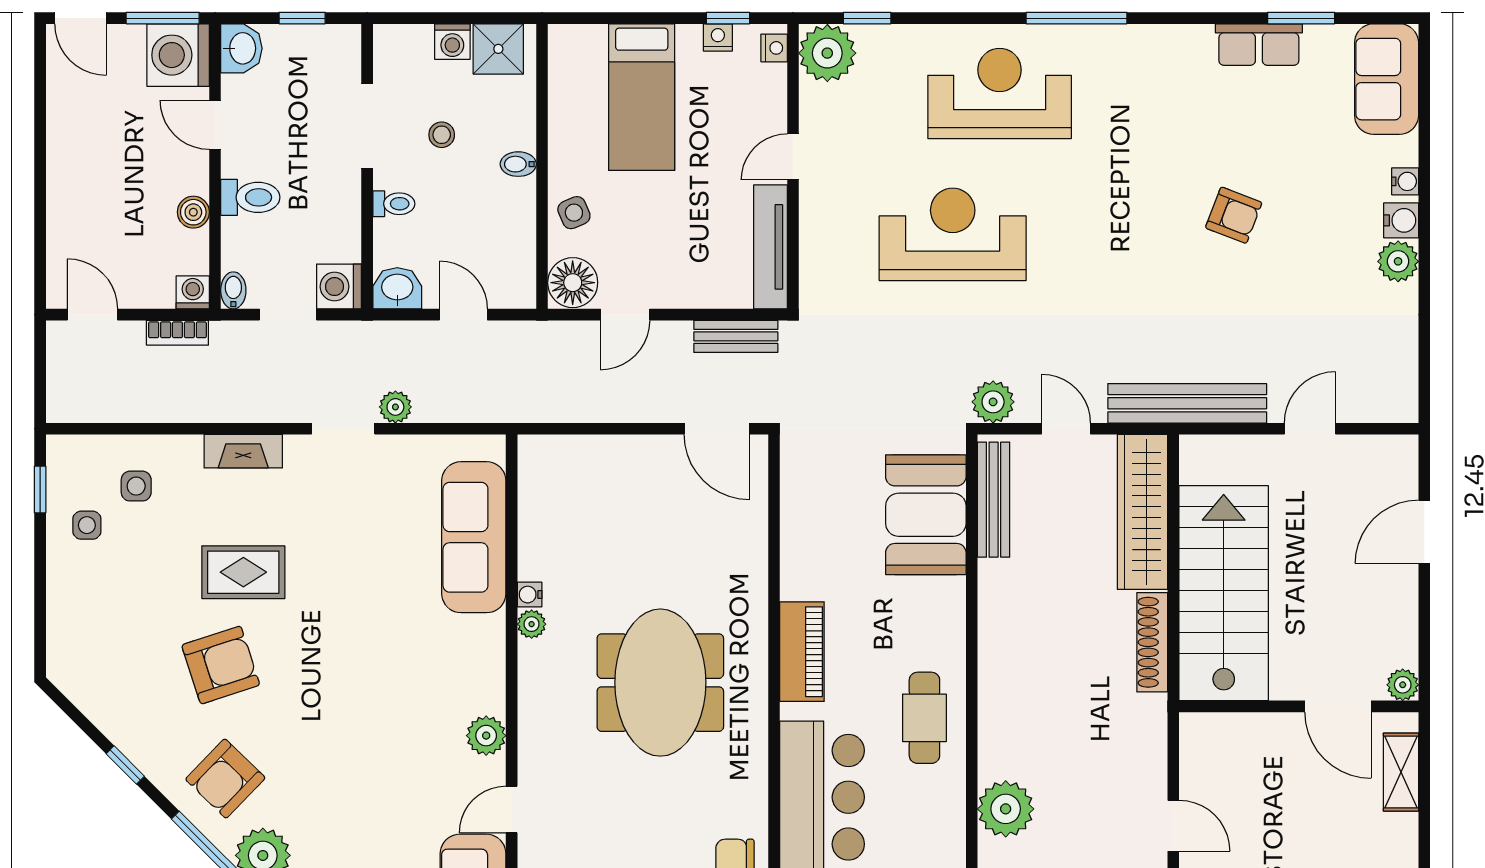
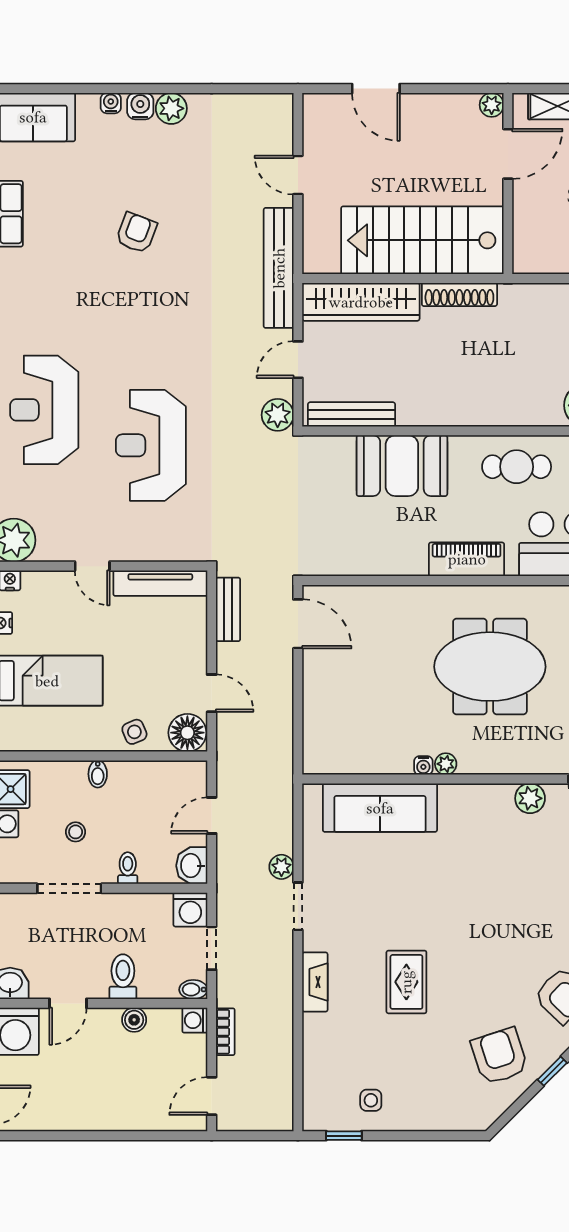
door: (717, 429) -> (298, 624), hinge flipped
side table: (136, 486) -> (341, 1063), removed
booth: (926, 515) -> (402, 466), moved
armchair: (221, 665) -> (499, 1056), moved

